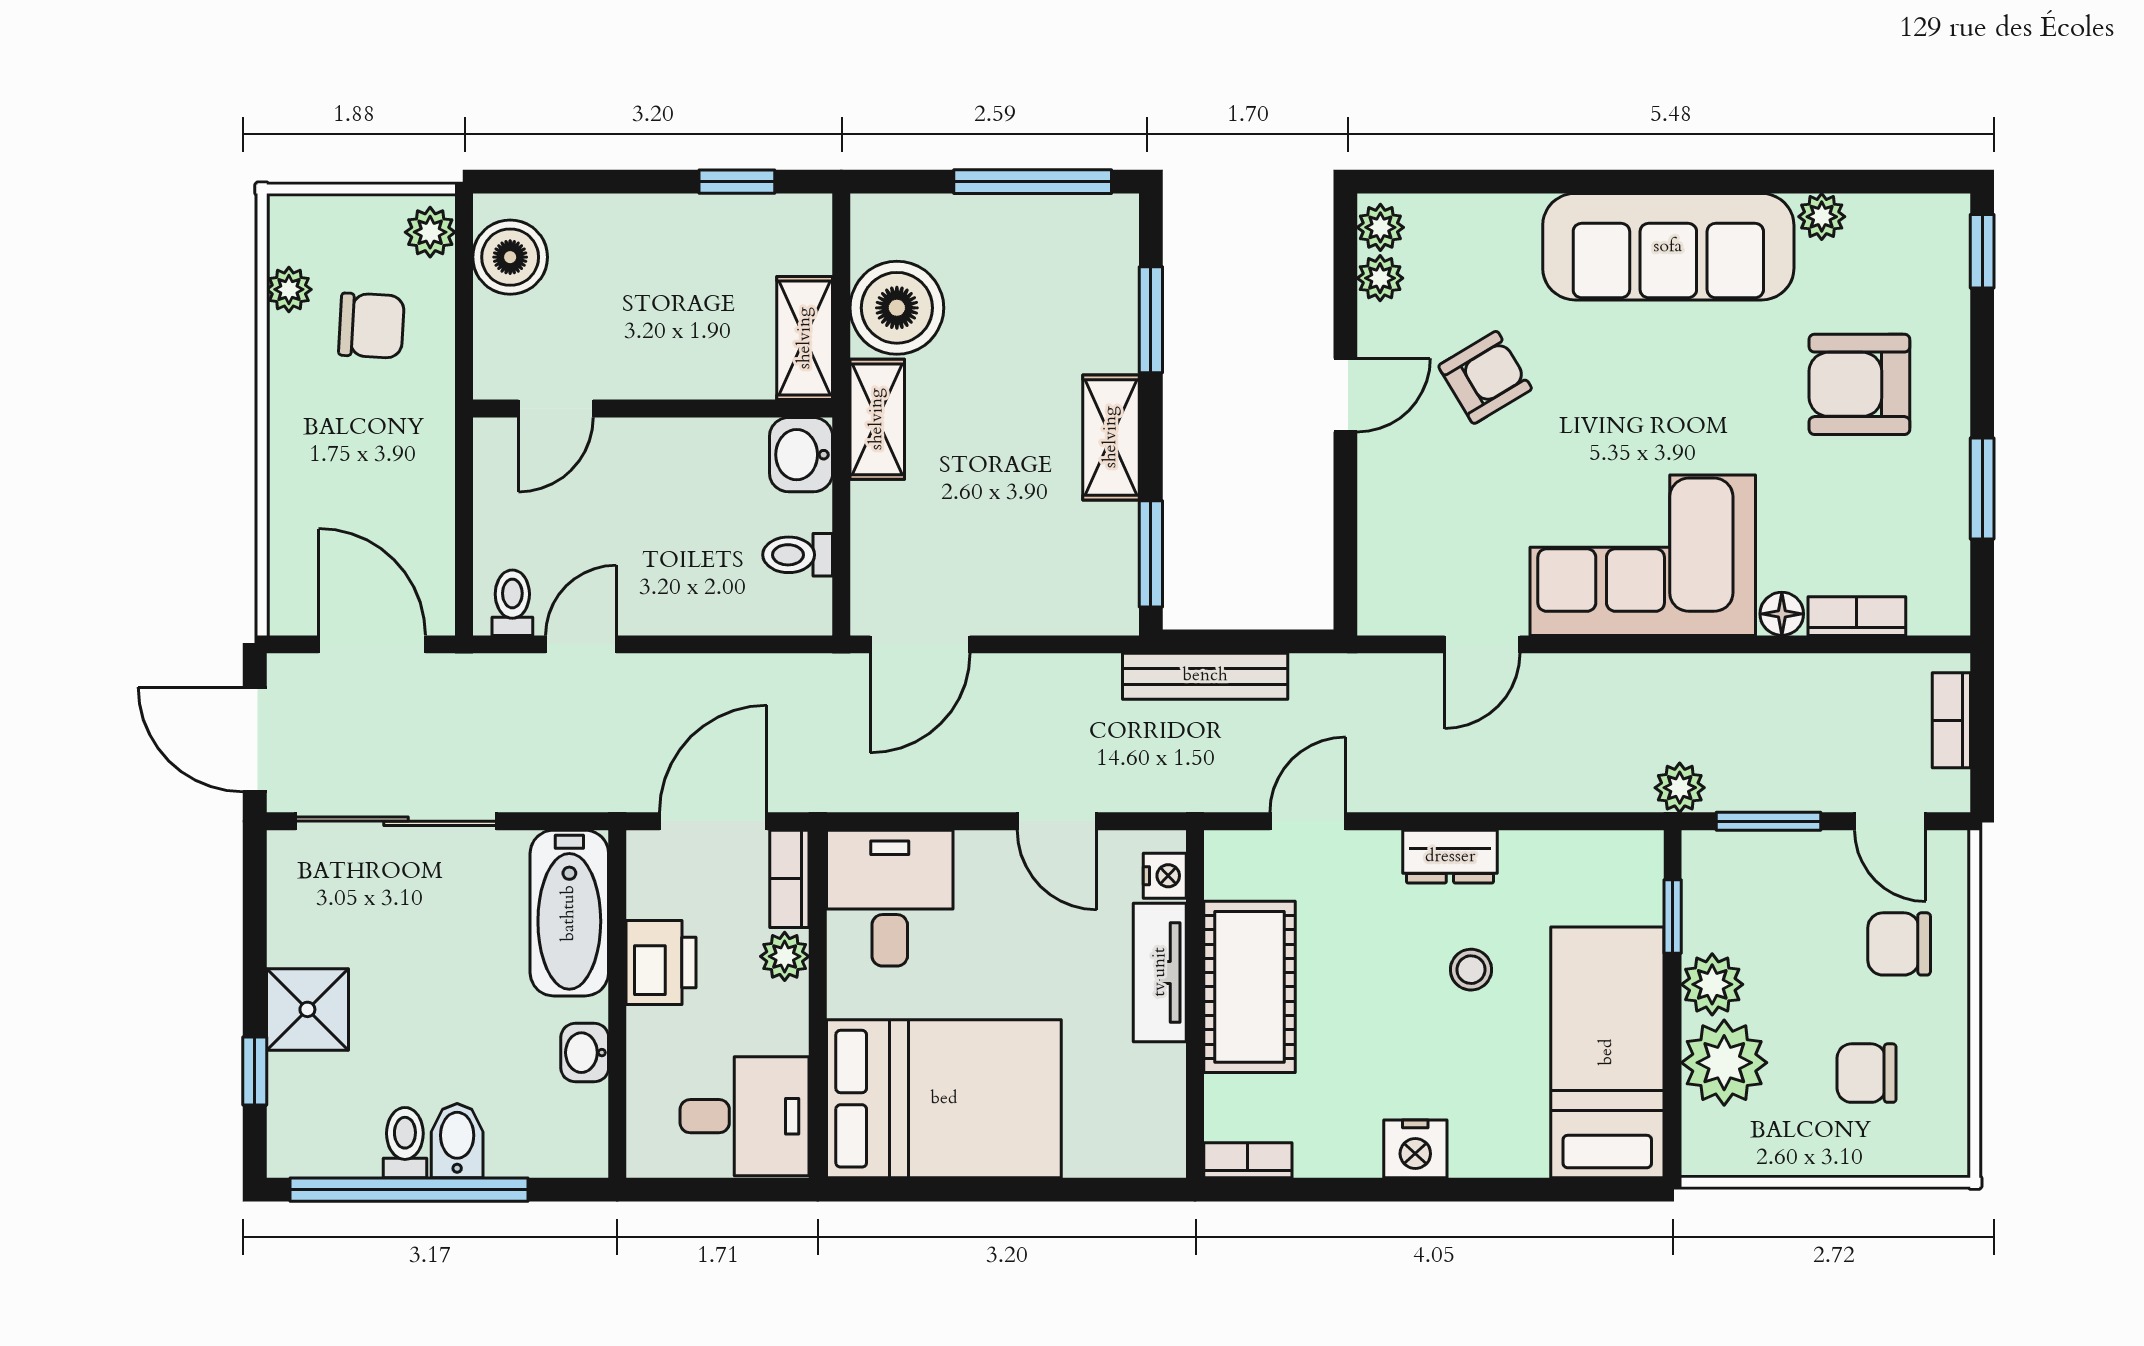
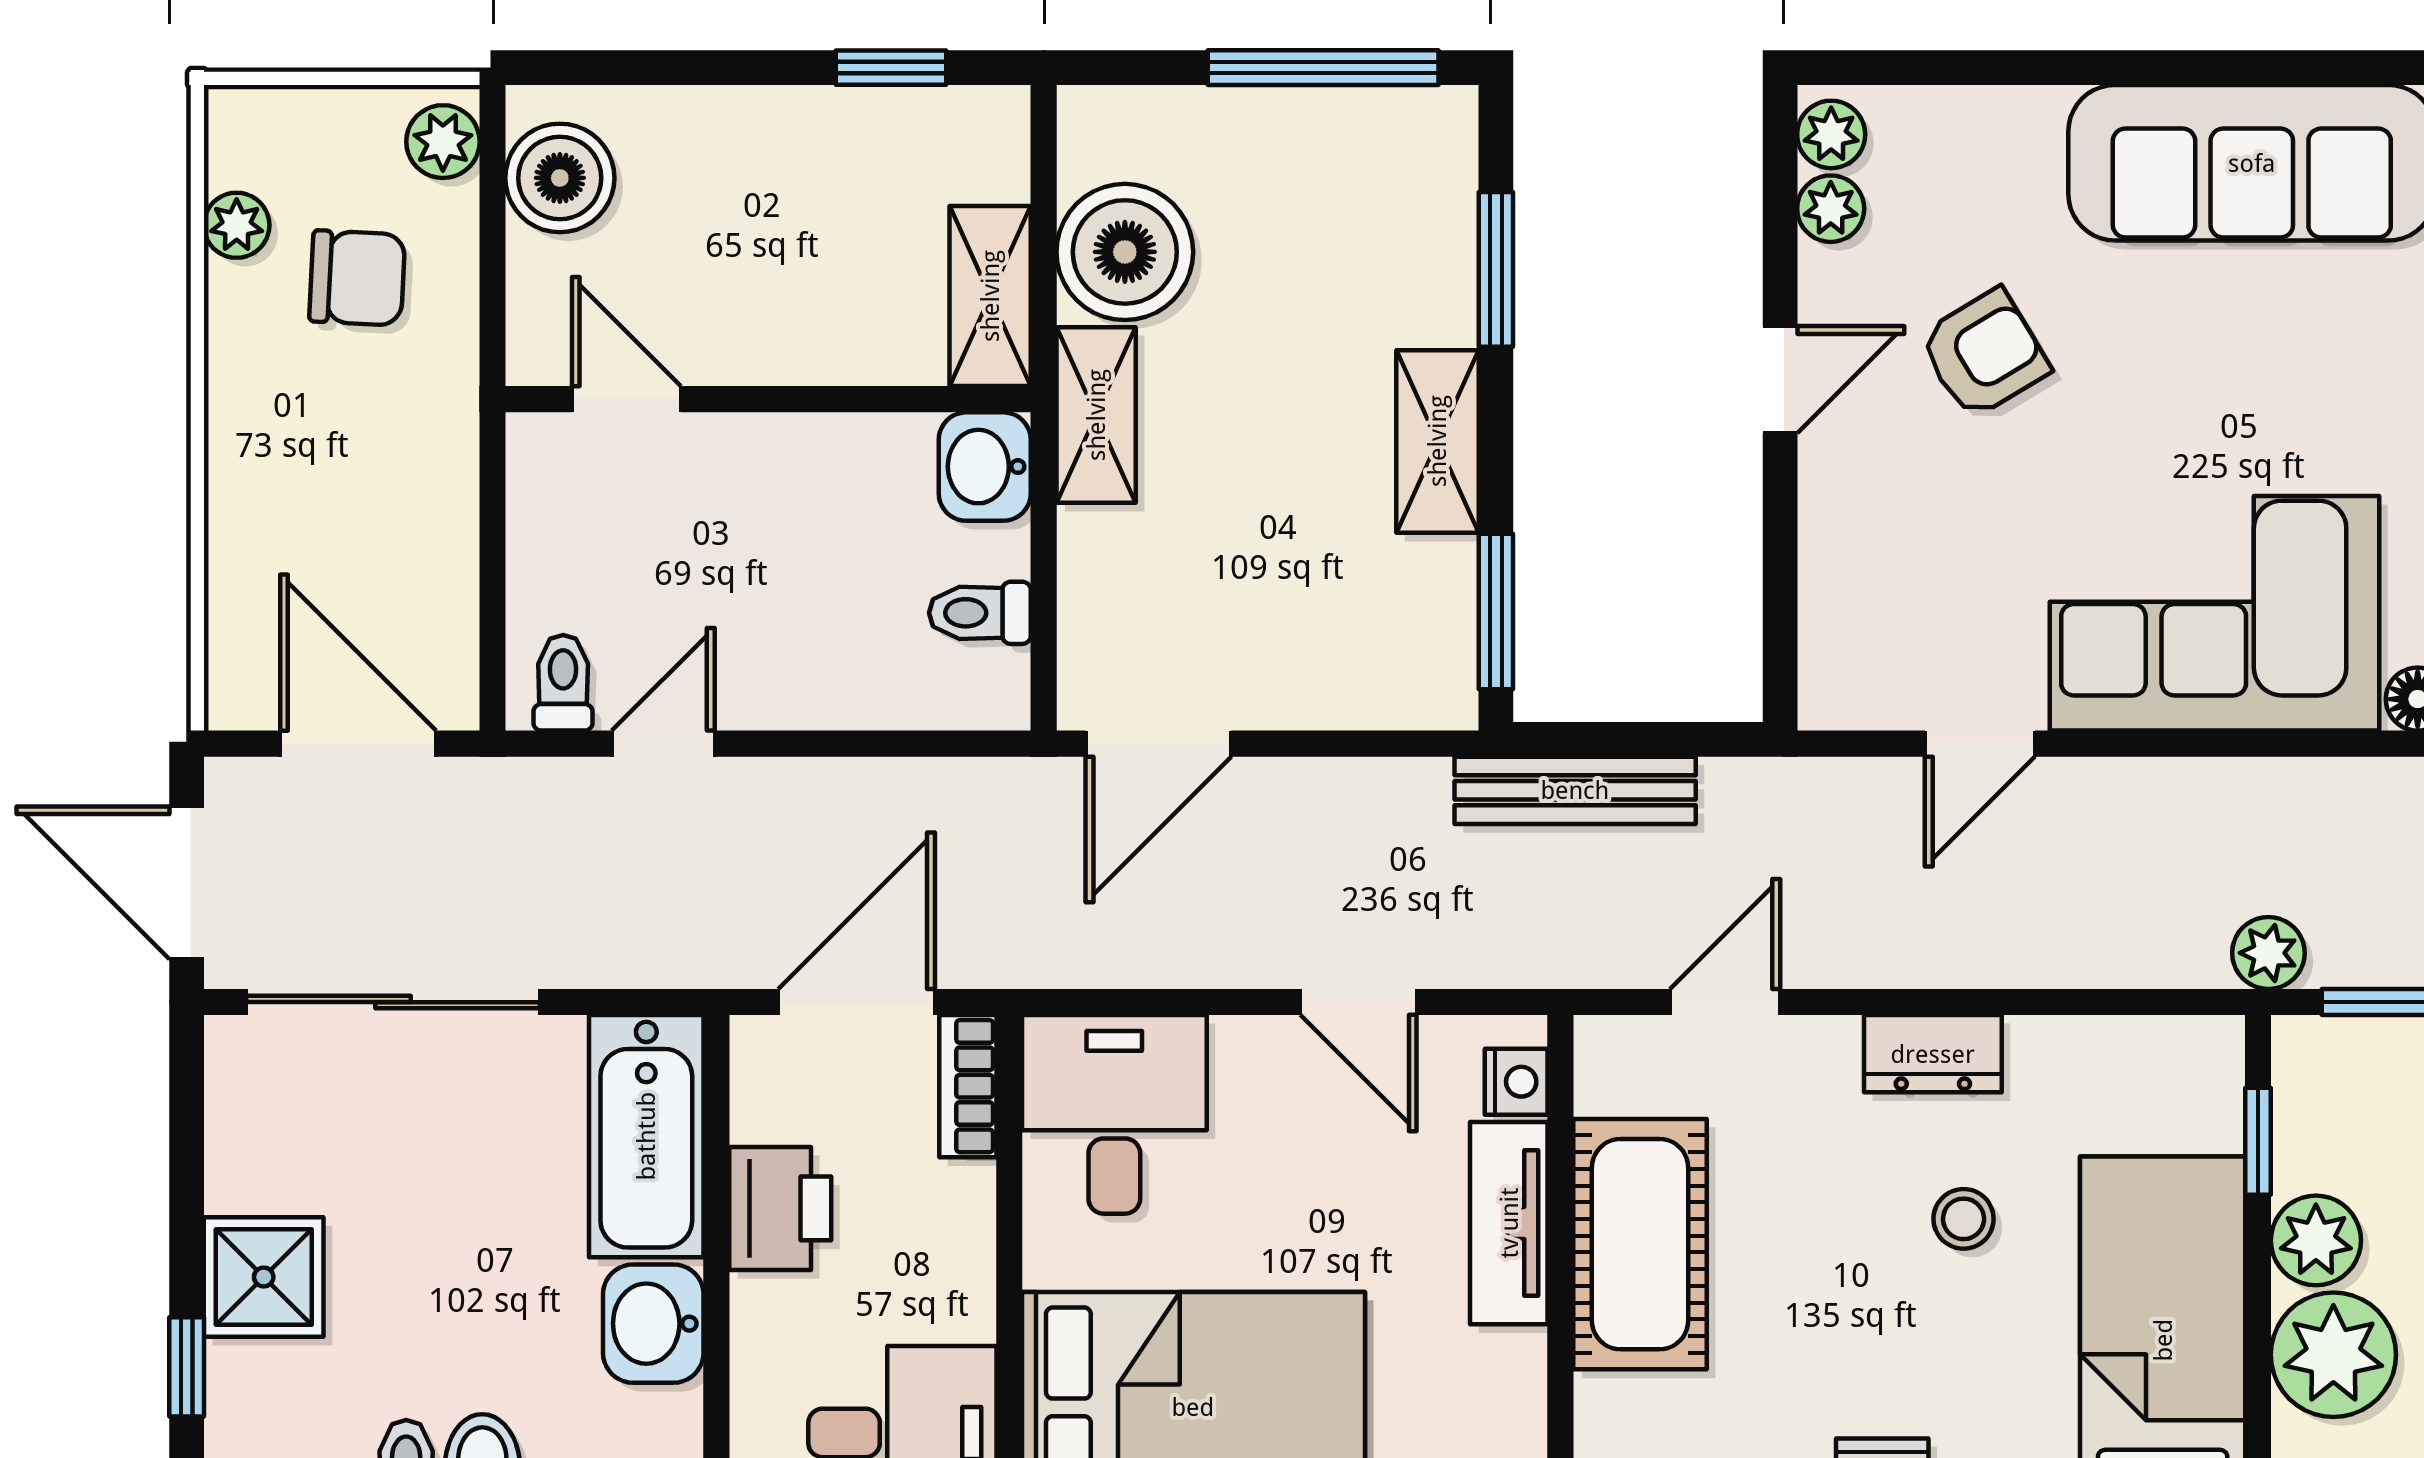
door: (556, 409) -> (626, 399), swing flipped
plant: (785, 956) -> (961, 1200), removed
washbasin: (585, 1053) -> (653, 1324), width x1.38, depth x1.45

